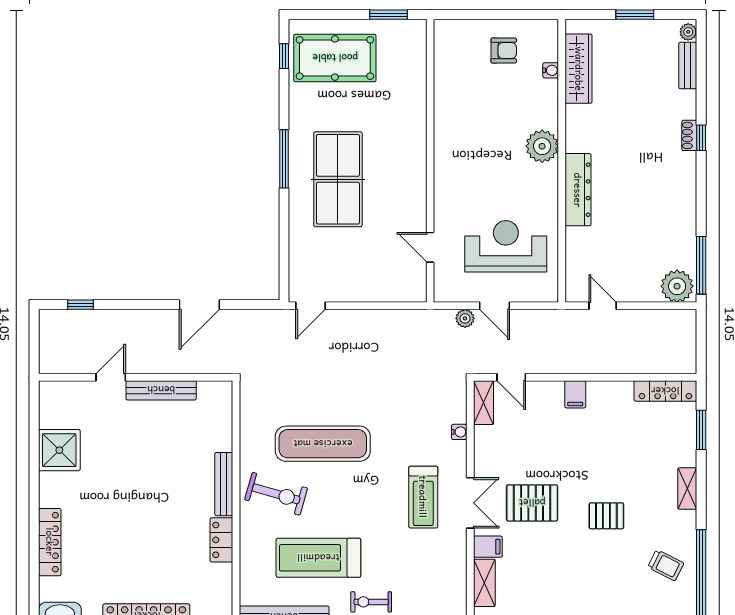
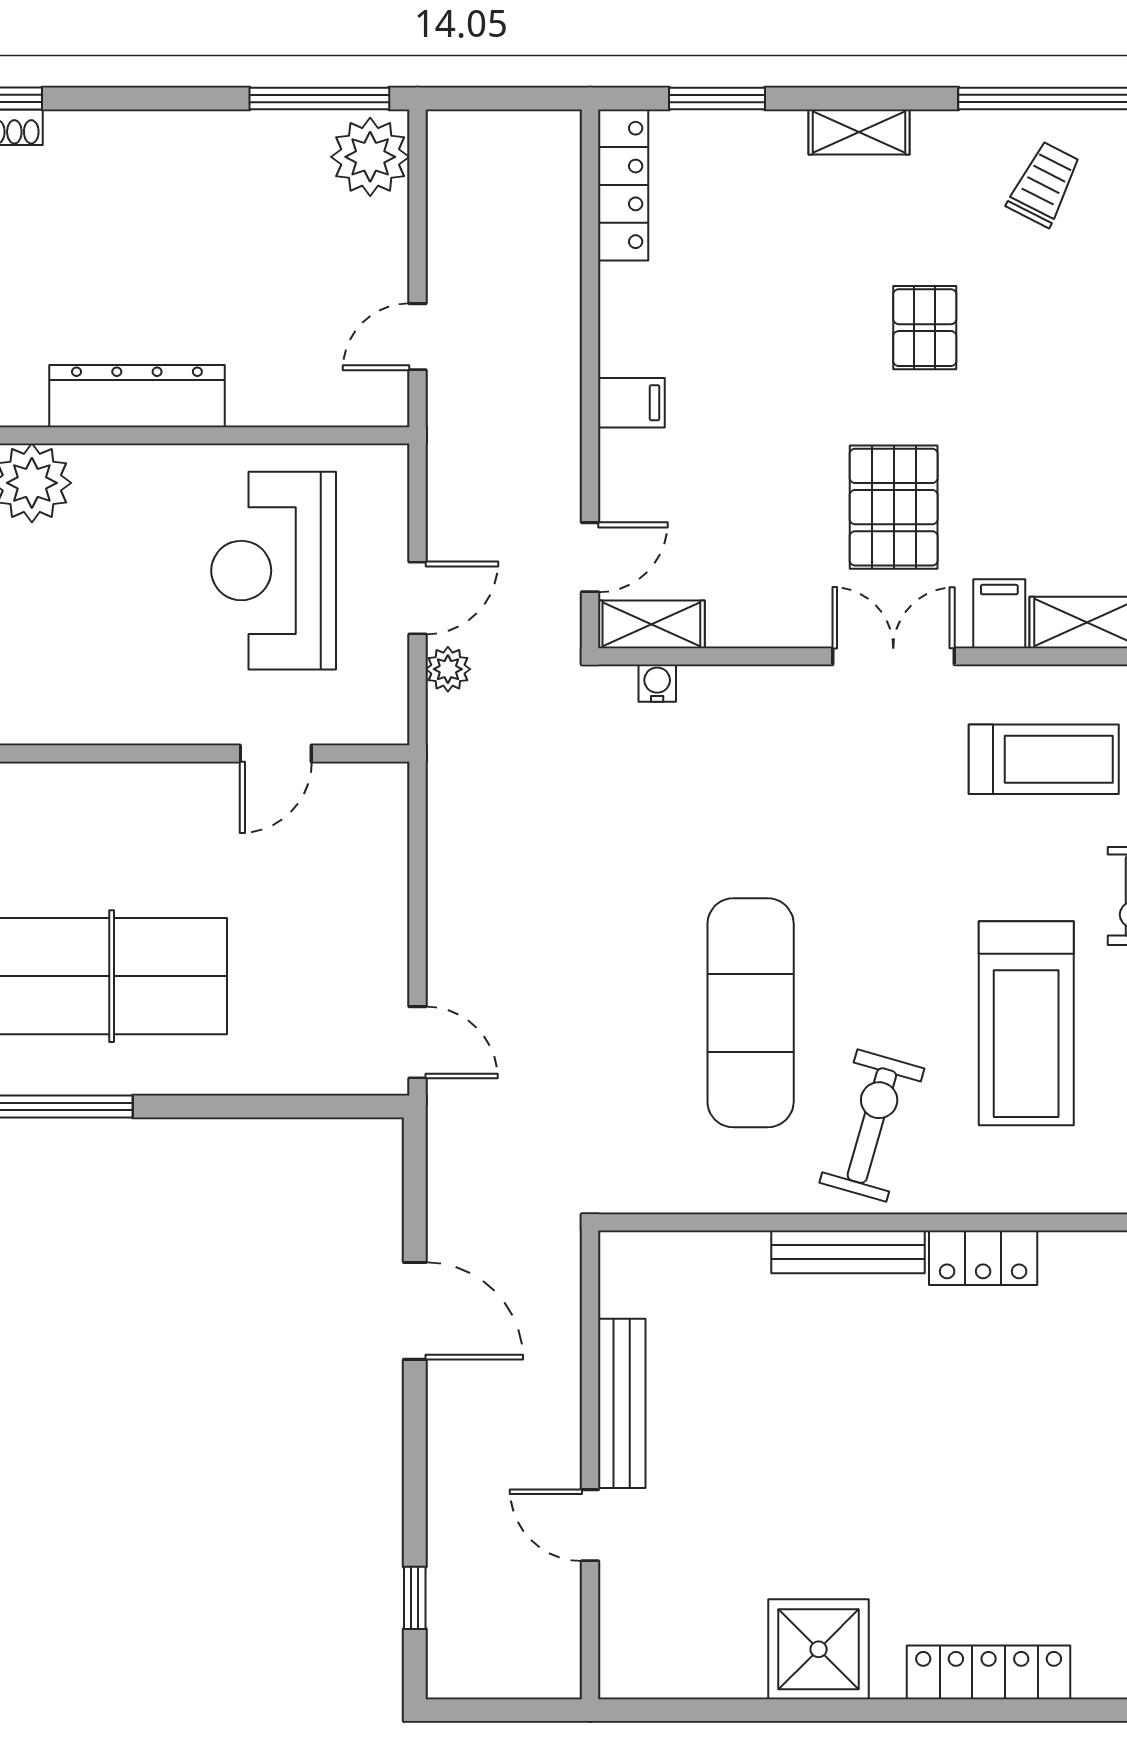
water cooler: (459, 432) -> (657, 683), moved
shower: (59, 450) -> (819, 1649), moved
treadmill: (423, 497) -> (1044, 759), moved

